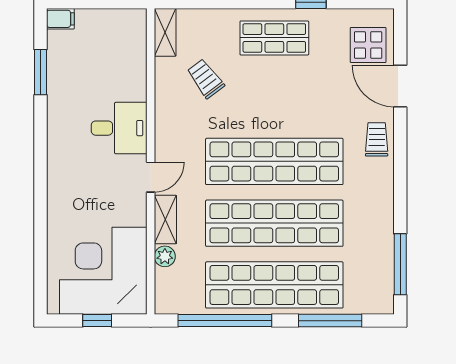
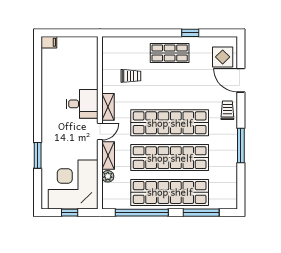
shelving: (165, 32) -> (108, 107), moved
window: (41, 72) -> (38, 155), moved
trolley: (206, 79) -> (131, 76), turned 127
window: (400, 264) -> (241, 146), moved

